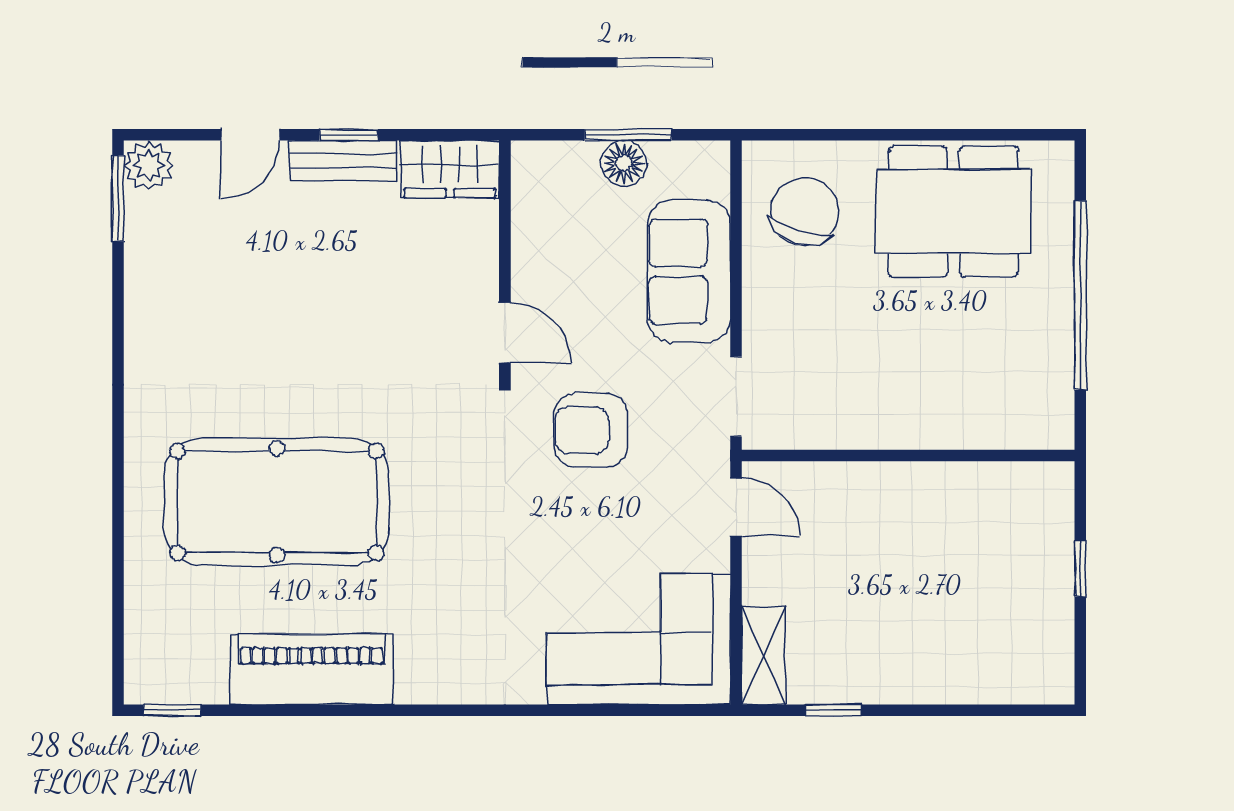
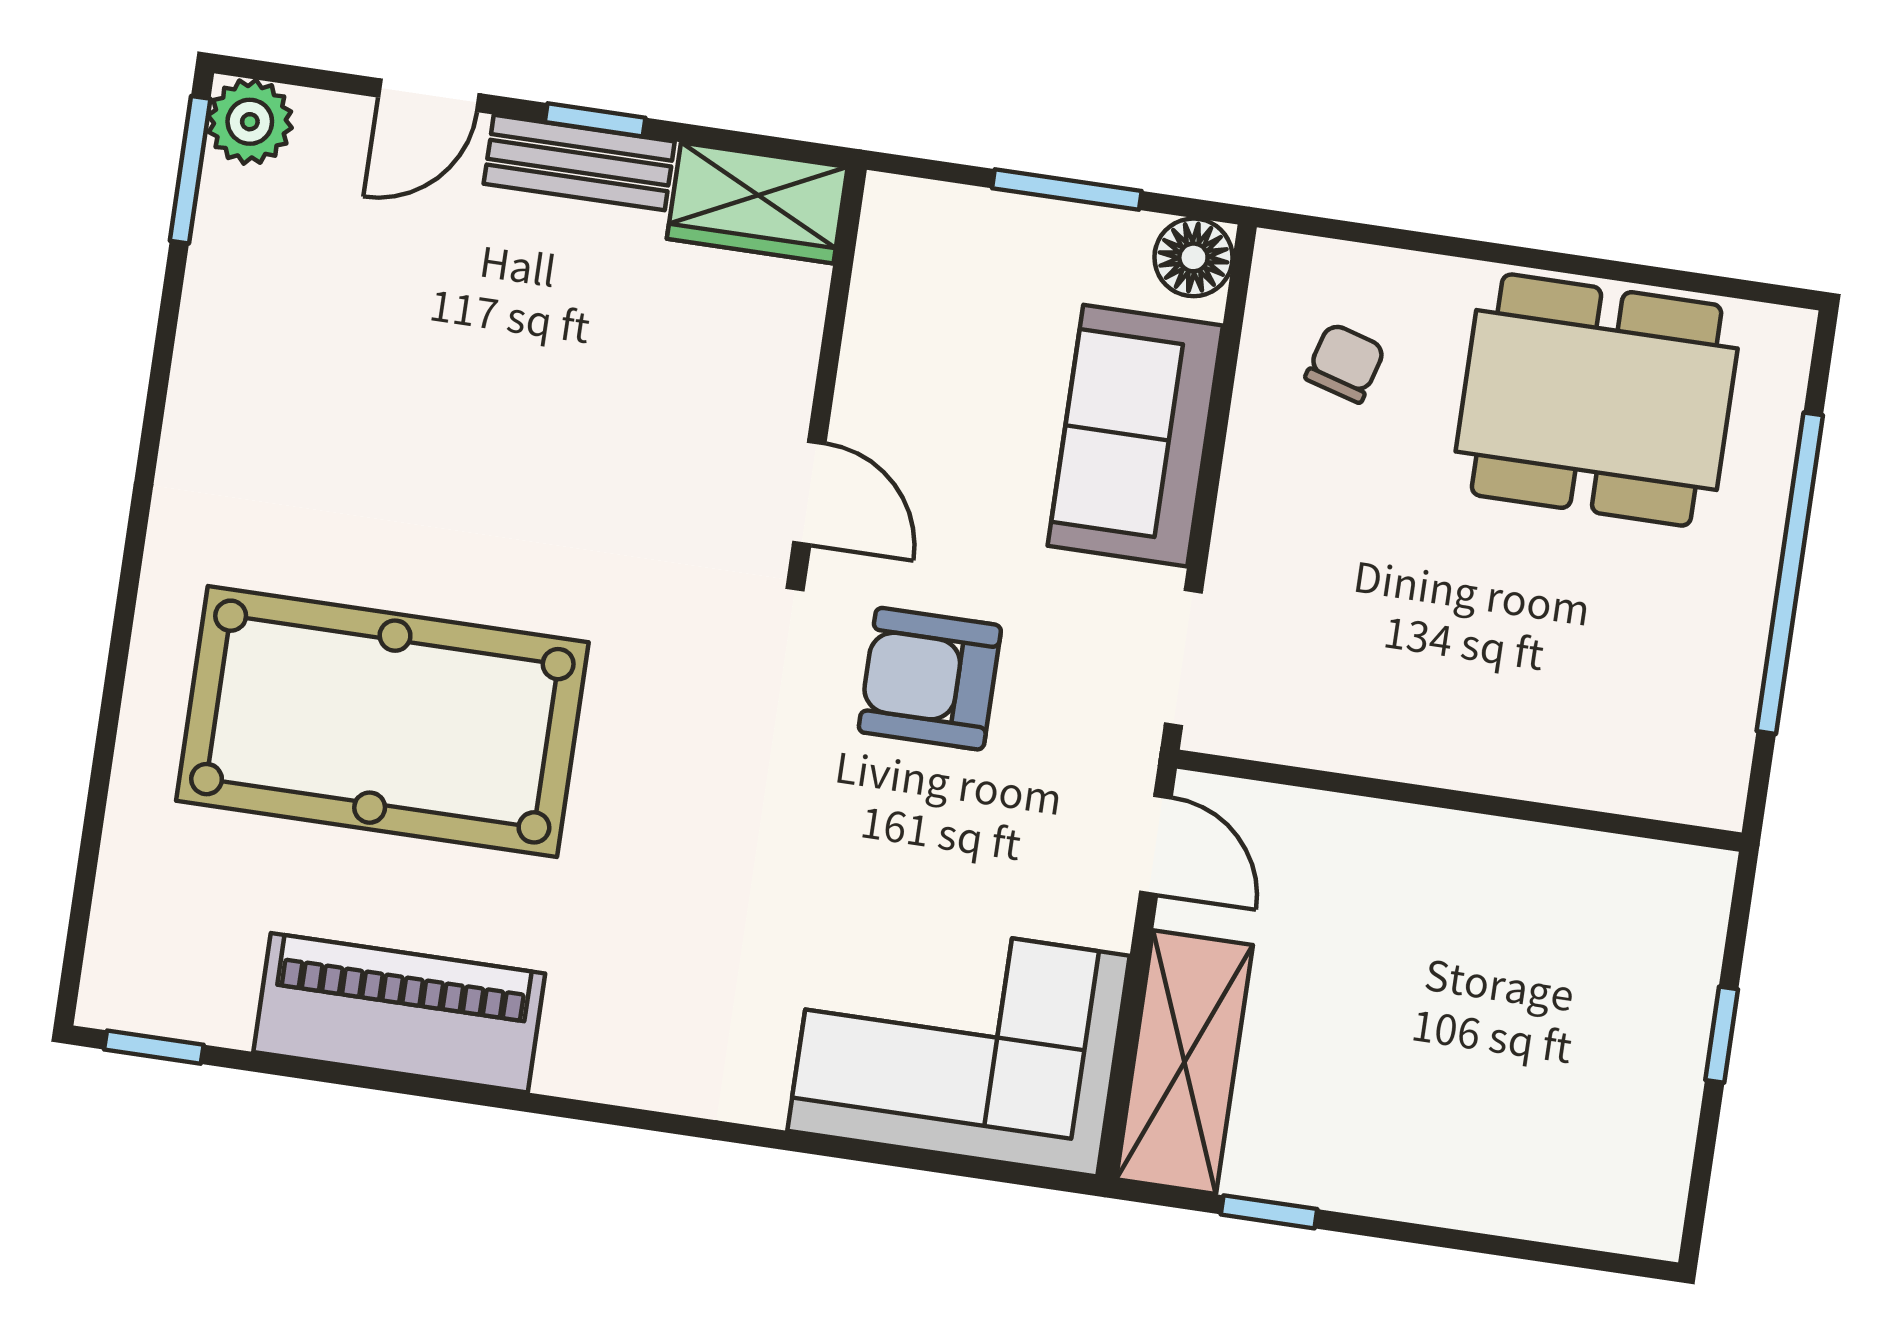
floor lamp: (624, 163) -> (1193, 257), moved
chair: (804, 211) -> (1345, 363), width x0.54, depth x0.54
shelving: (764, 655) -> (1184, 1062), width x1.50, depth x1.33

